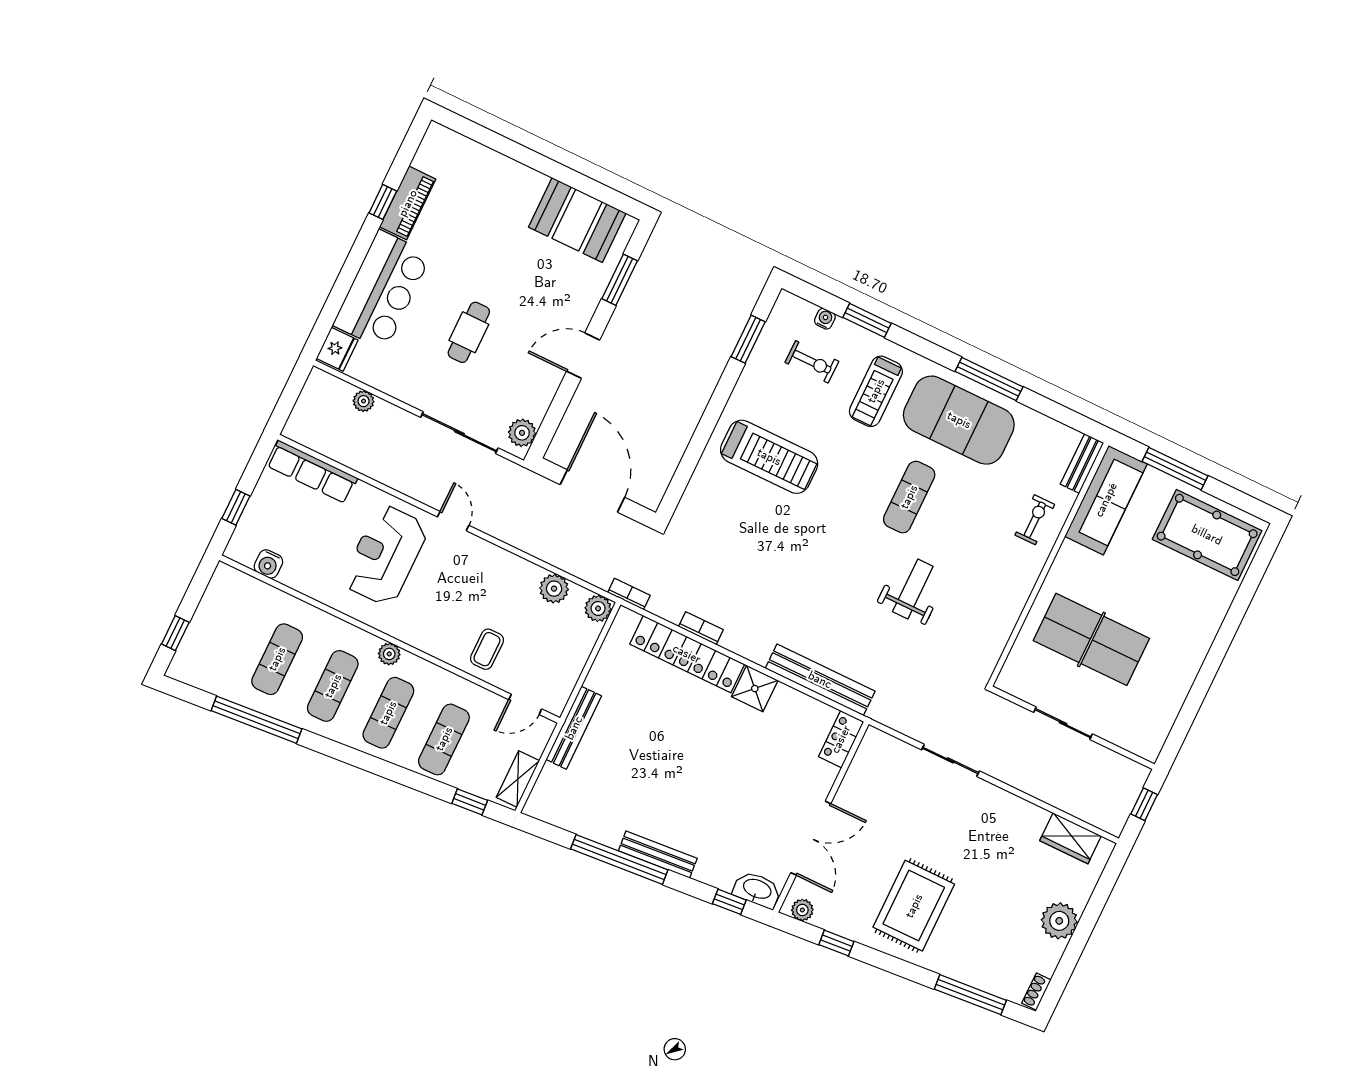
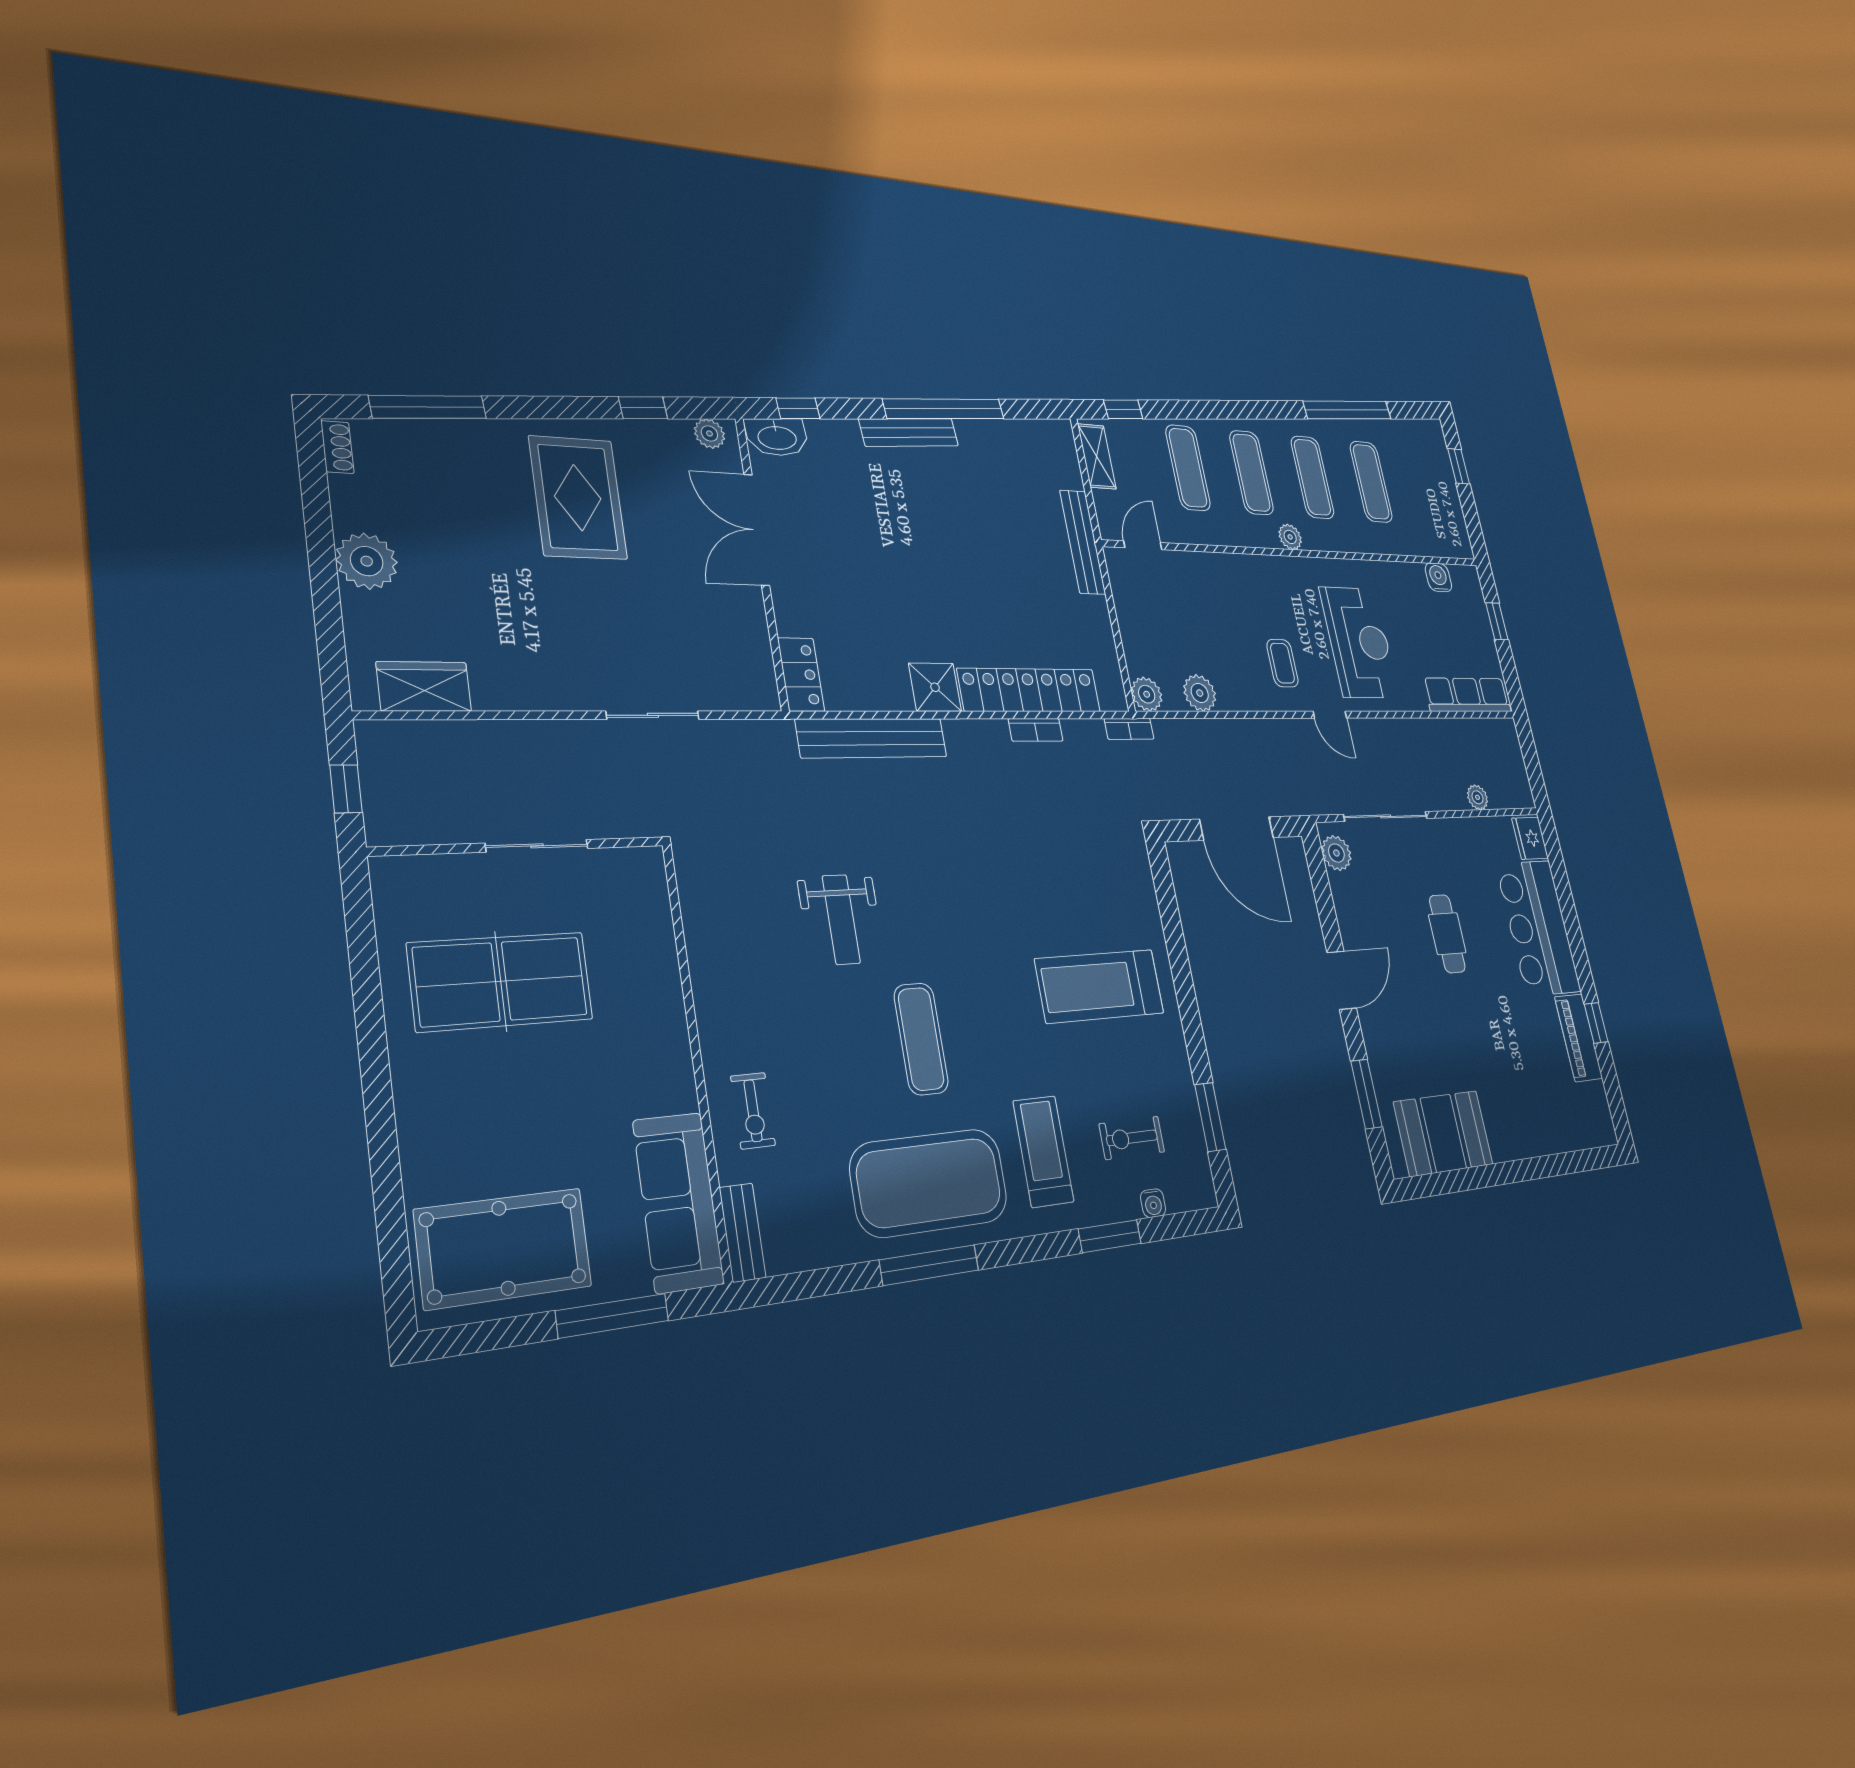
table tennis table: (1091, 639) -> (501, 981), moved
coffee table: (487, 649) -> (1282, 663), moved

